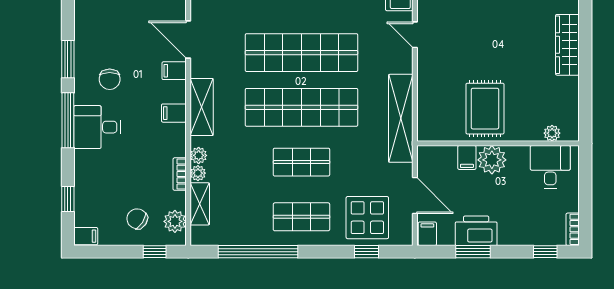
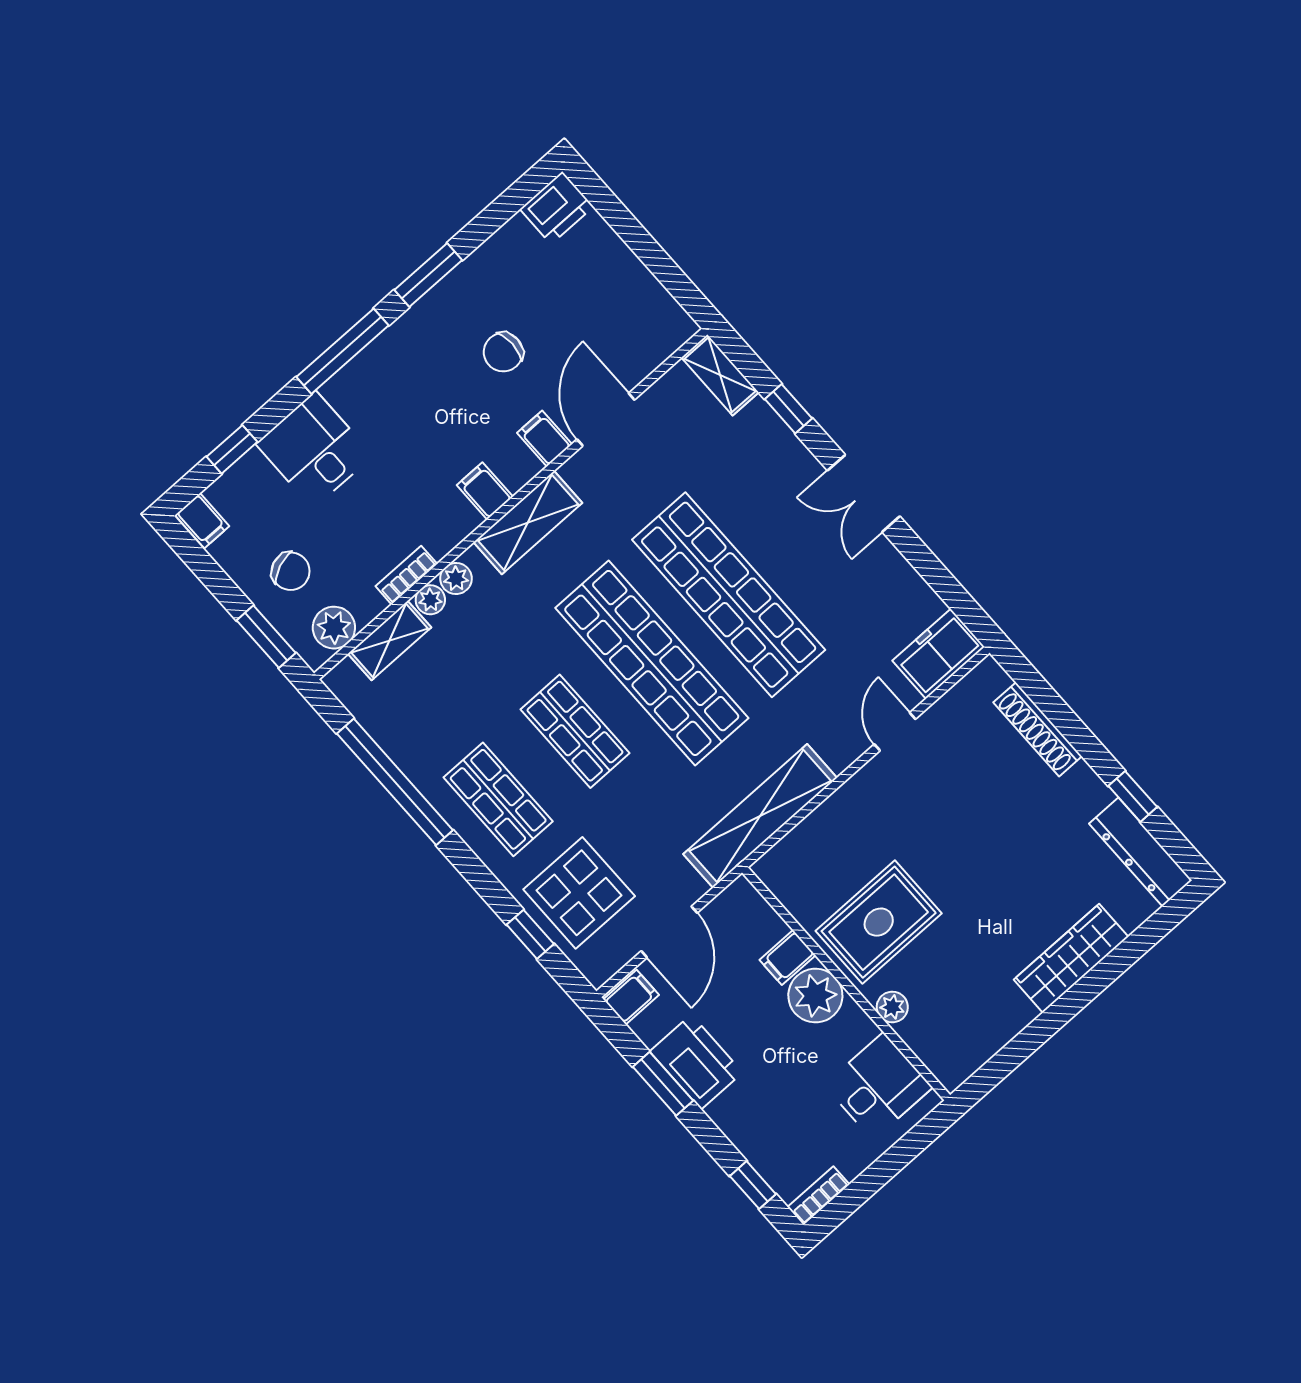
chair: (110, 79) -> (503, 352), moved
desk: (97, 127) -> (314, 450), moved
plant: (552, 133) -> (892, 1007), moved
chair: (137, 219) -> (291, 571), turned 125
window: (155, 252) -> (266, 637), width x1.50

